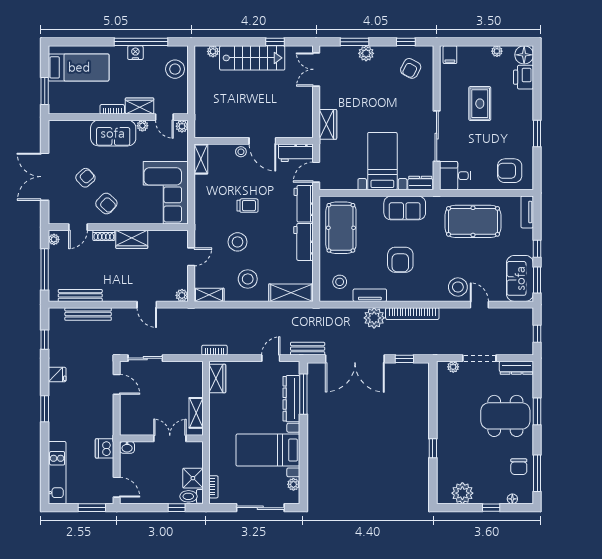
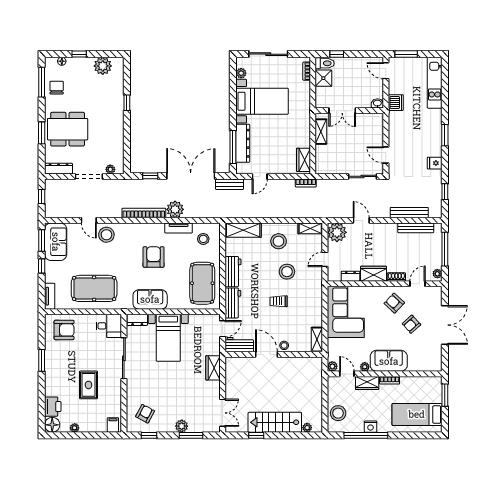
dresser: (160, 236) -> (350, 276), added
plant: (182, 295) -> (337, 232), width x1.88, depth x1.88

